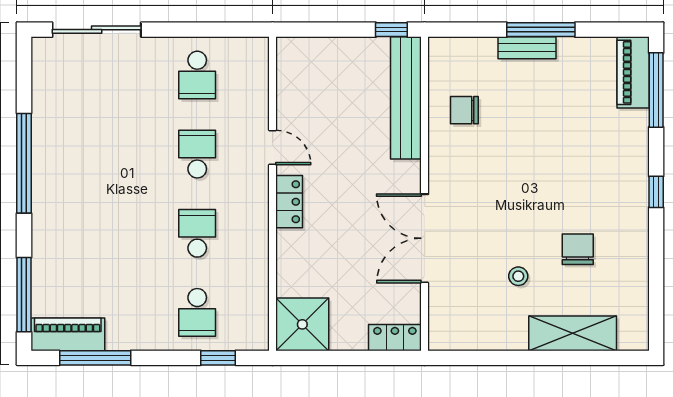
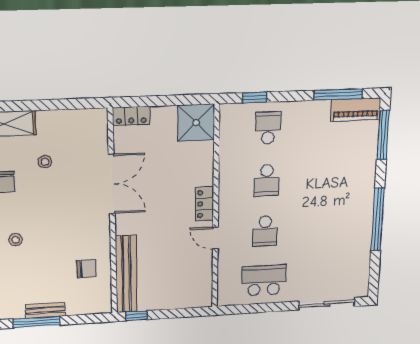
school desk: (197, 75) -> (264, 280), width x1.85
stool: (565, 161) -> (15, 240), added

